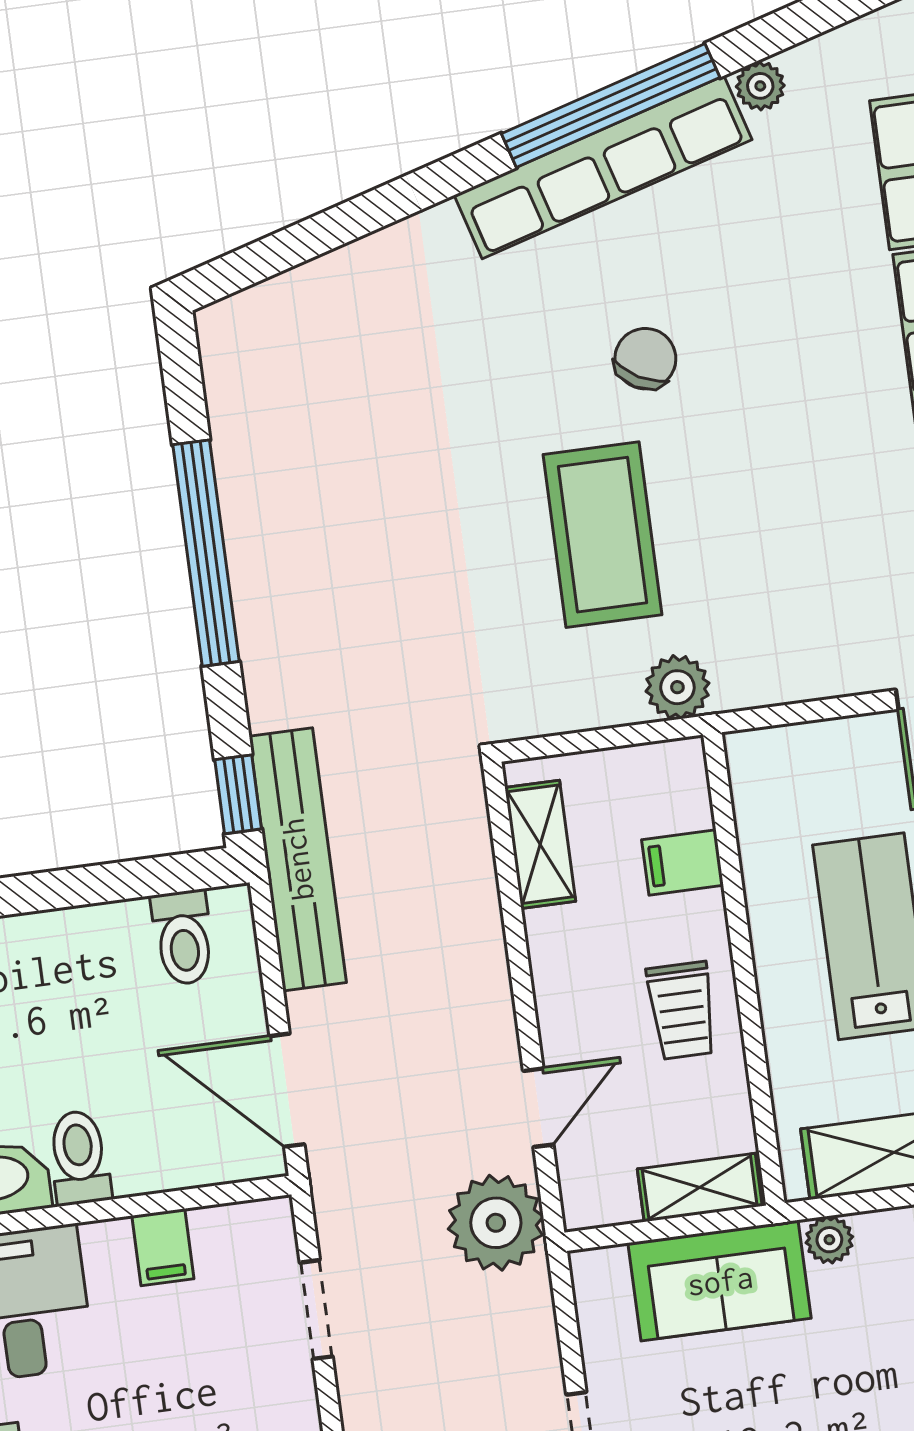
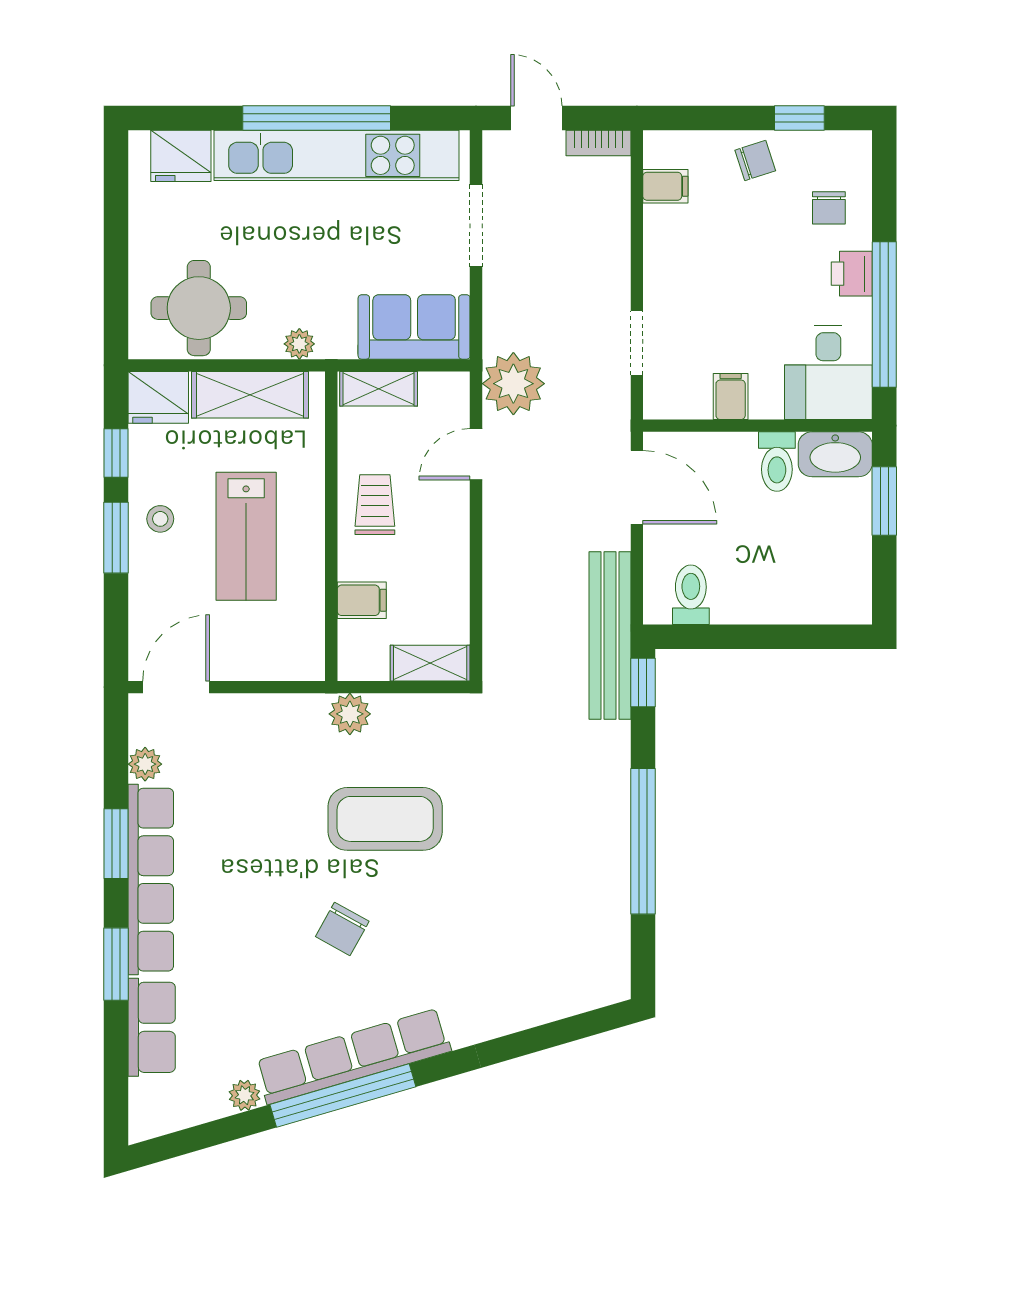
coffee table: (602, 535) -> (385, 819), turned 90
shelving: (540, 844) -> (430, 663), moved, turned 90
sofa: (720, 1281) -> (414, 327), moved

